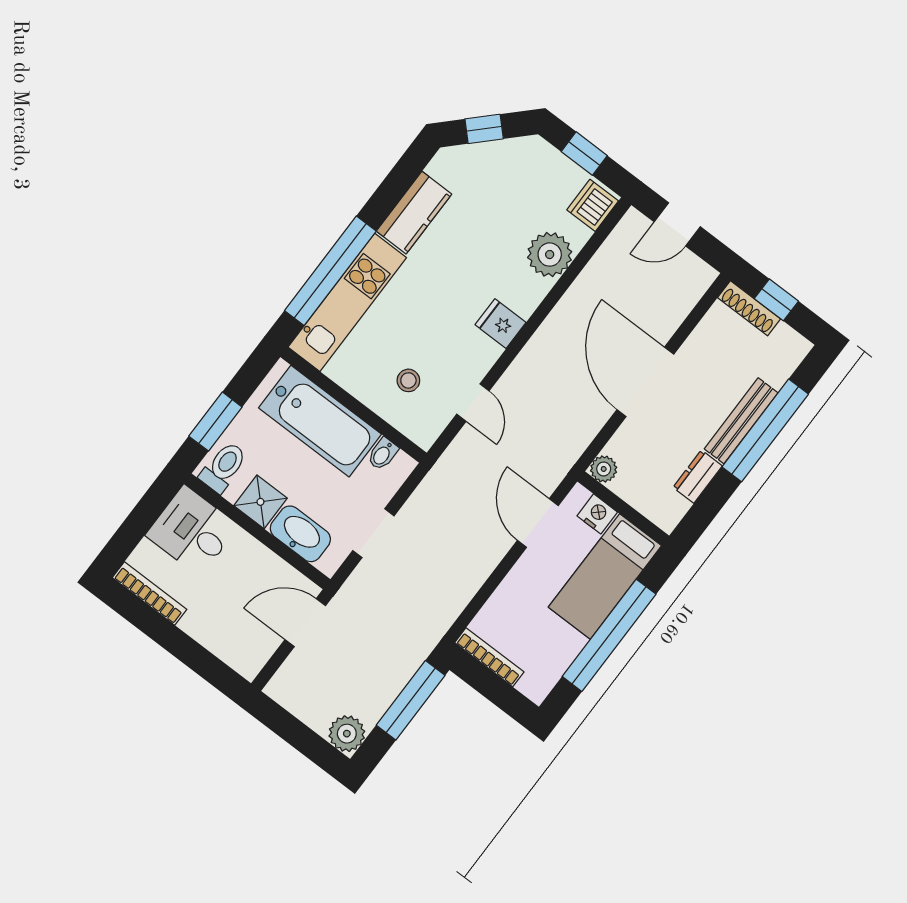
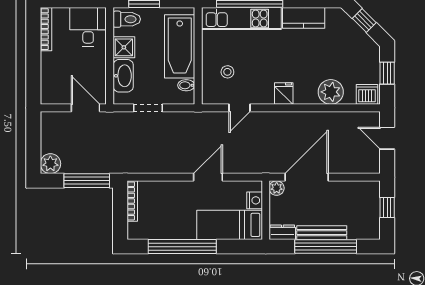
shoe rack: (749, 308) -> (374, 198), removed
plant: (604, 469) -> (277, 188), moved
wall: (623, 509) -> (266, 210), moved
nightstand: (597, 514) -> (255, 200), moved
bed: (605, 576) -> (230, 225), moved

